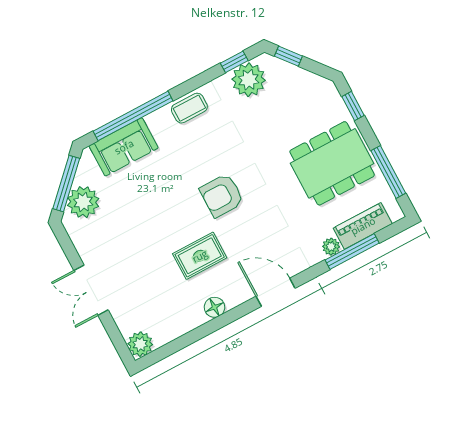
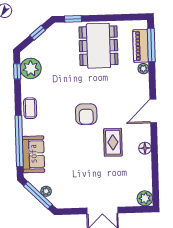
window: (288, 56) -> (38, 33), moved
window: (388, 172) -> (118, 18), removed
plant: (83, 202) -> (46, 191), width x0.53, depth x0.53
window: (352, 251) -> (151, 45), moved

